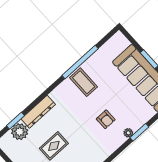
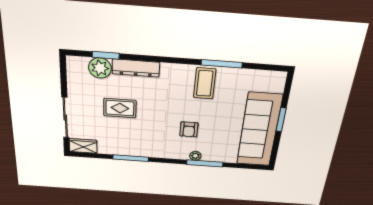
window: (80, 62) -> (222, 64), width x0.68
window: (139, 132) -> (205, 163), width x1.44

